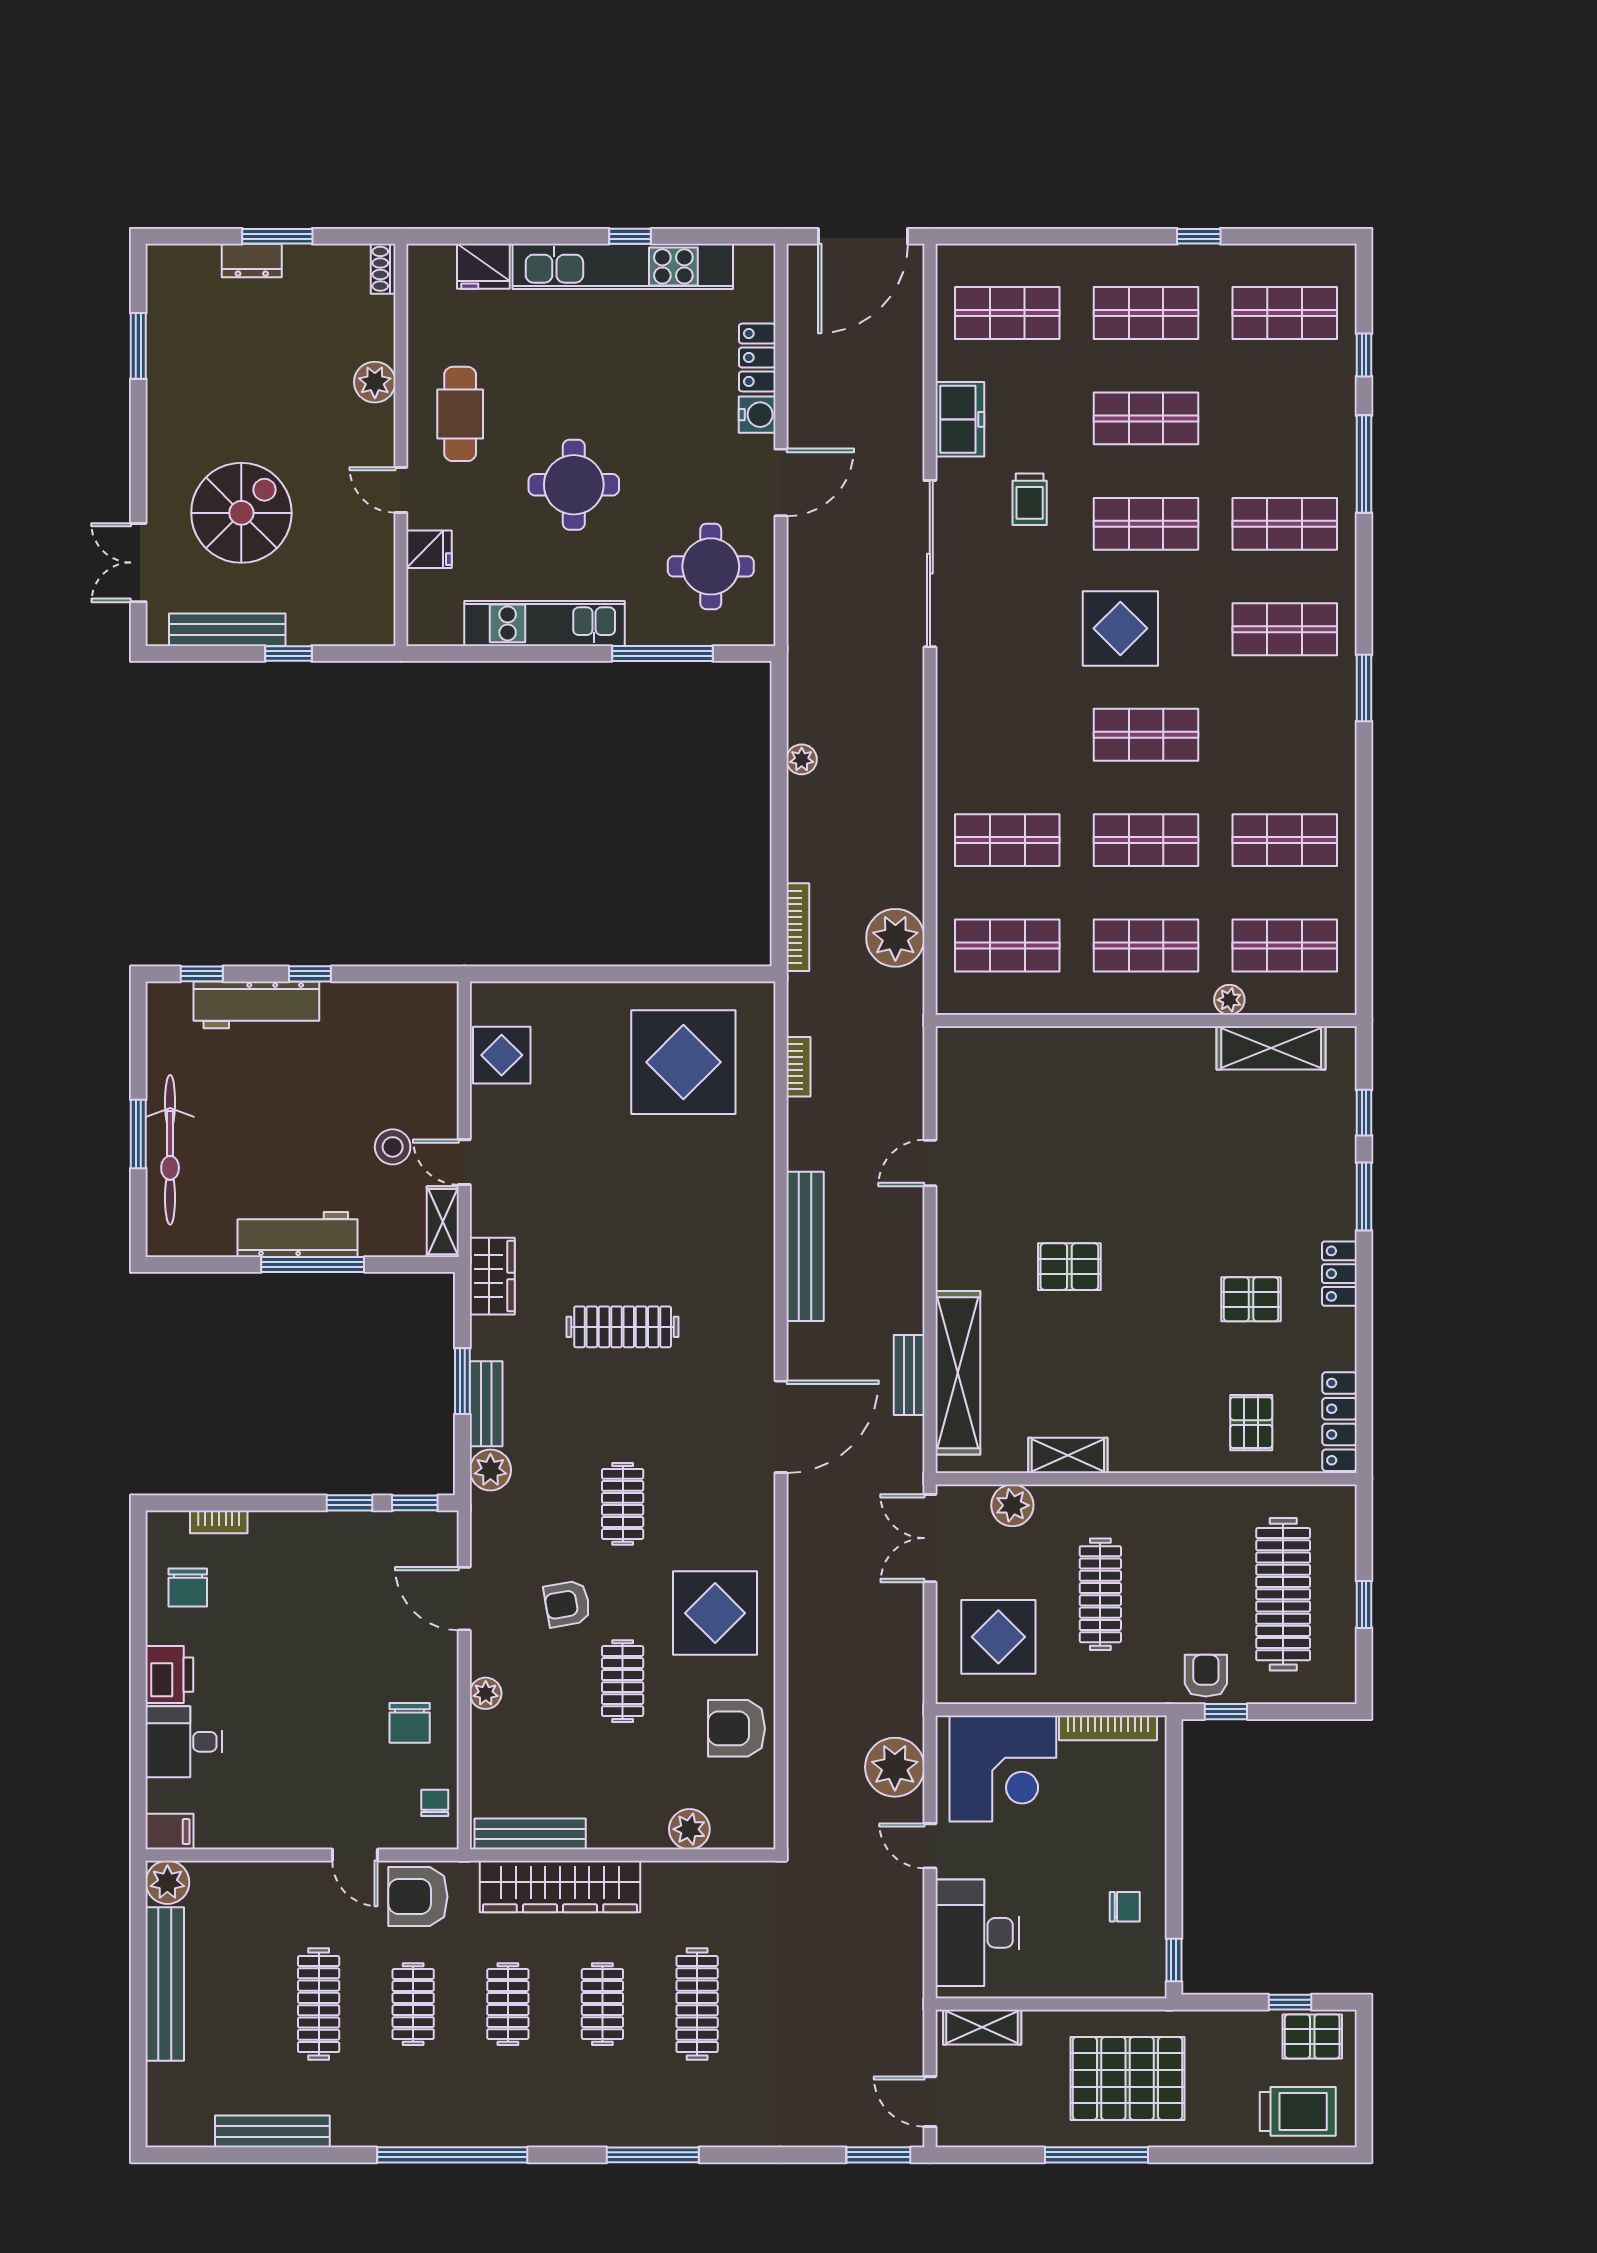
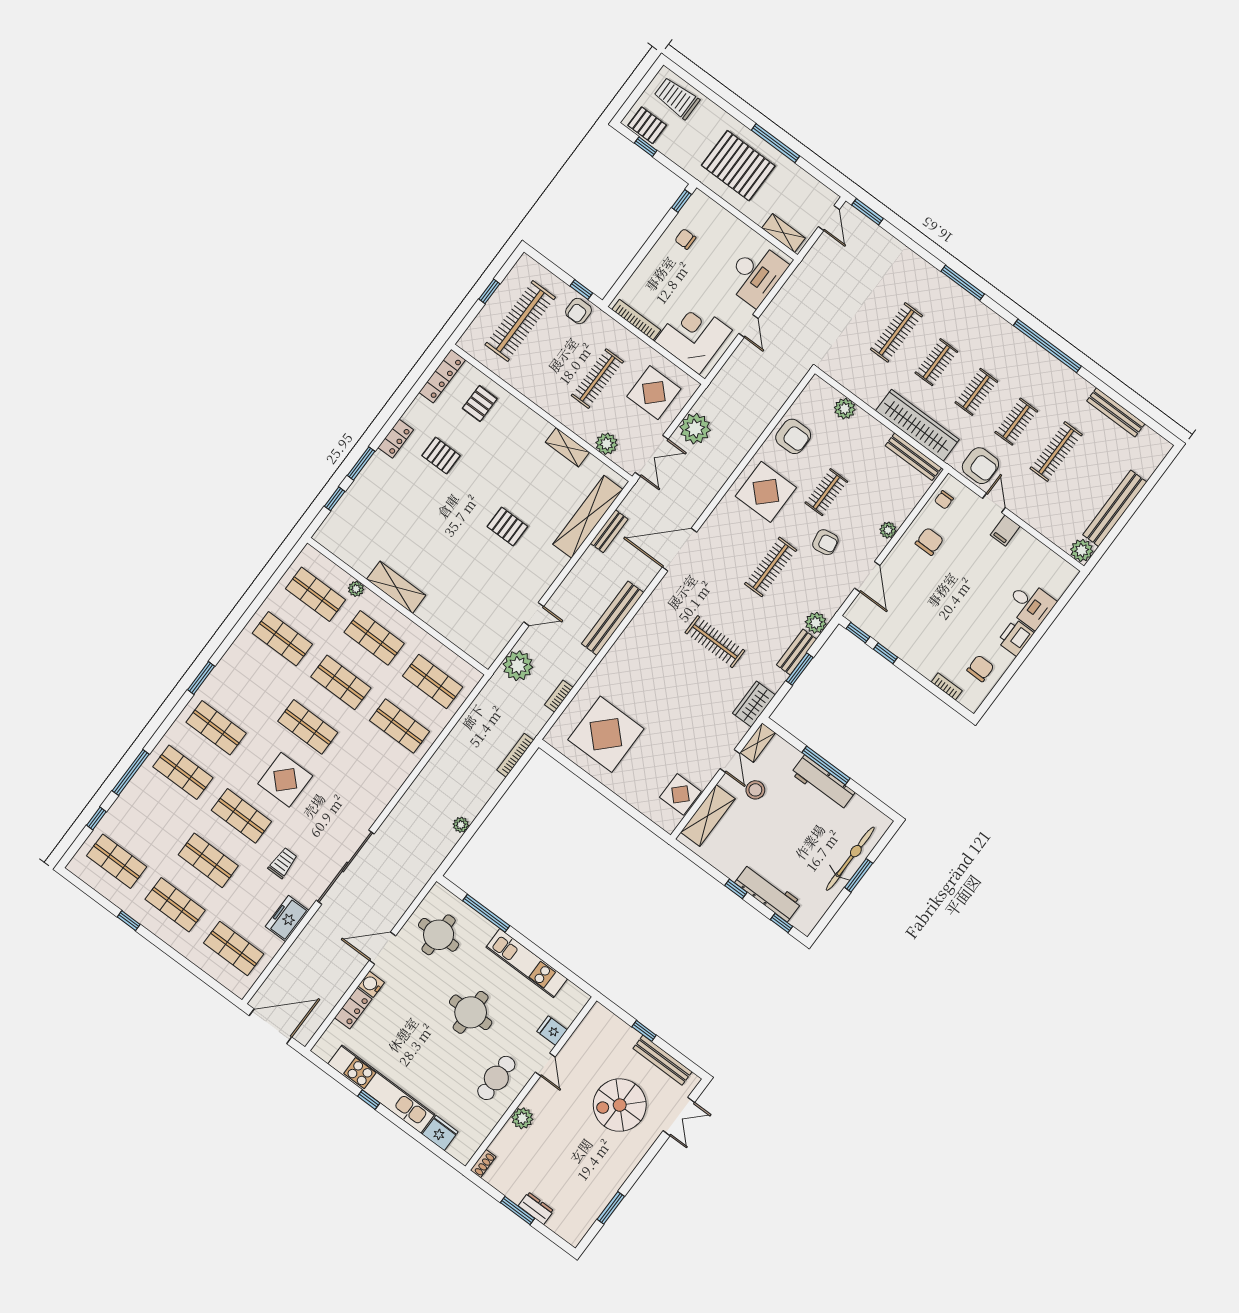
plant: (895, 938) -> (518, 666), moved
shelving: (1271, 1048) -> (396, 587), moved
shelving: (436, 1054) -> (708, 815), added
clothes rail: (623, 1504) -> (771, 567), width x1.36
plant: (895, 1767) -> (695, 429), moved
filing cabinet: (169, 1832) -> (1005, 531), moved, turned -90

